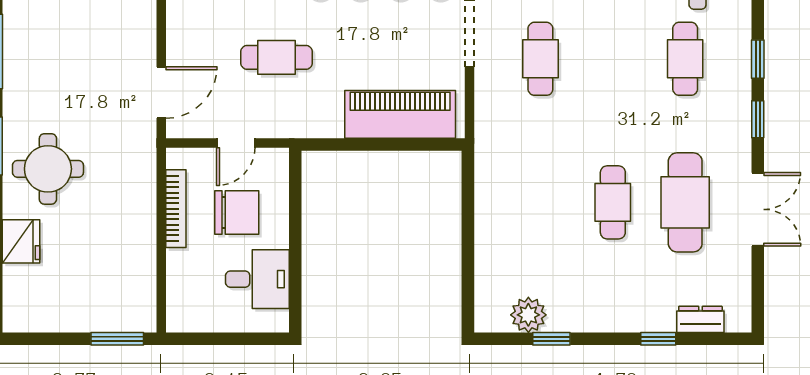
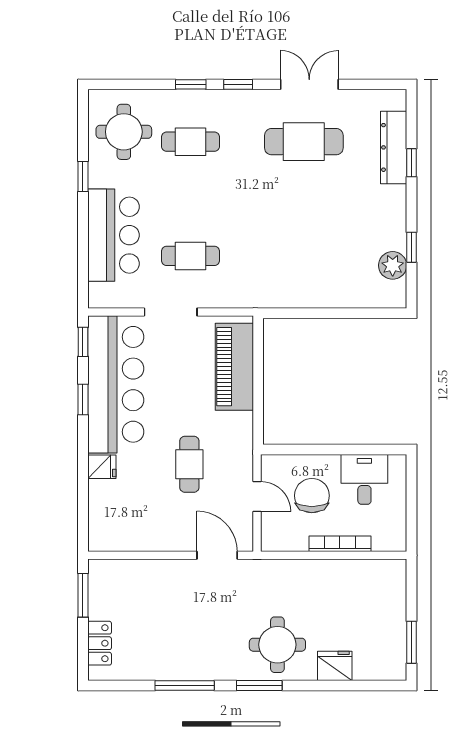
cafe table: (613, 202) -> (304, 199), removed
bookcase: (176, 209) -> (340, 544), moved
dresser: (700, 319) -> (394, 147), width x1.96, depth x1.24
window: (117, 339) -> (411, 642), moved

